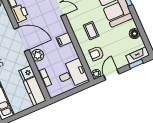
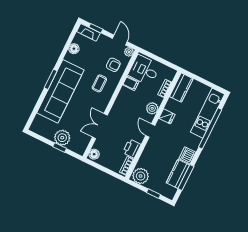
door: (22, 39) -> (150, 131), width x0.53
filing cabinet: (64, 40) -> (131, 83), moved
fridge: (27, 73) -> (167, 116), moved
door: (111, 75) -> (120, 40), swing flipped

